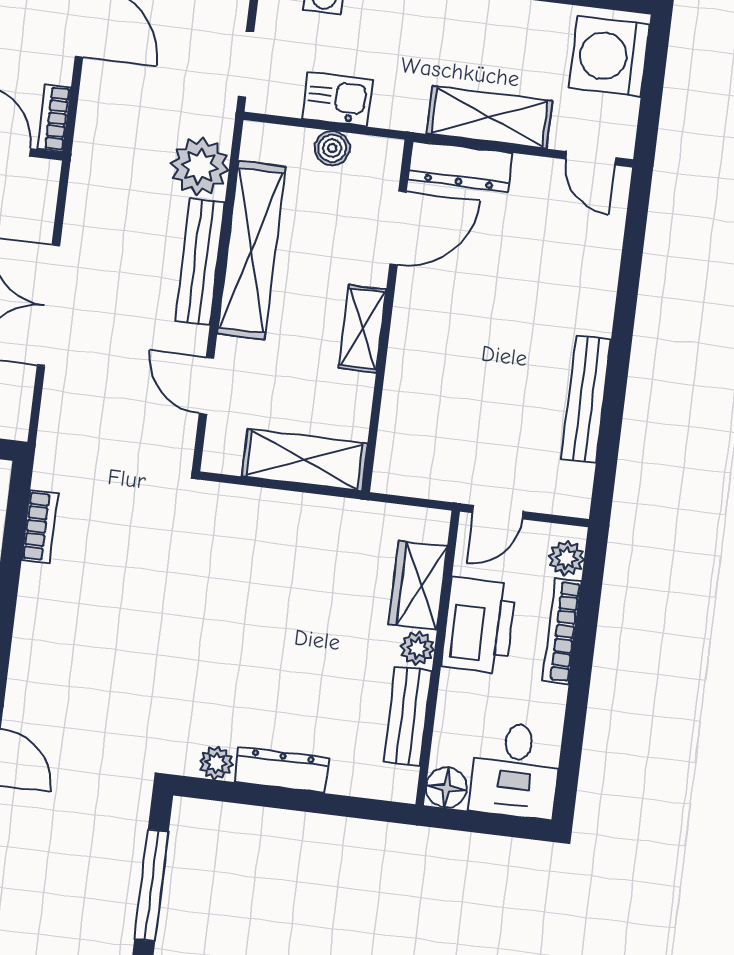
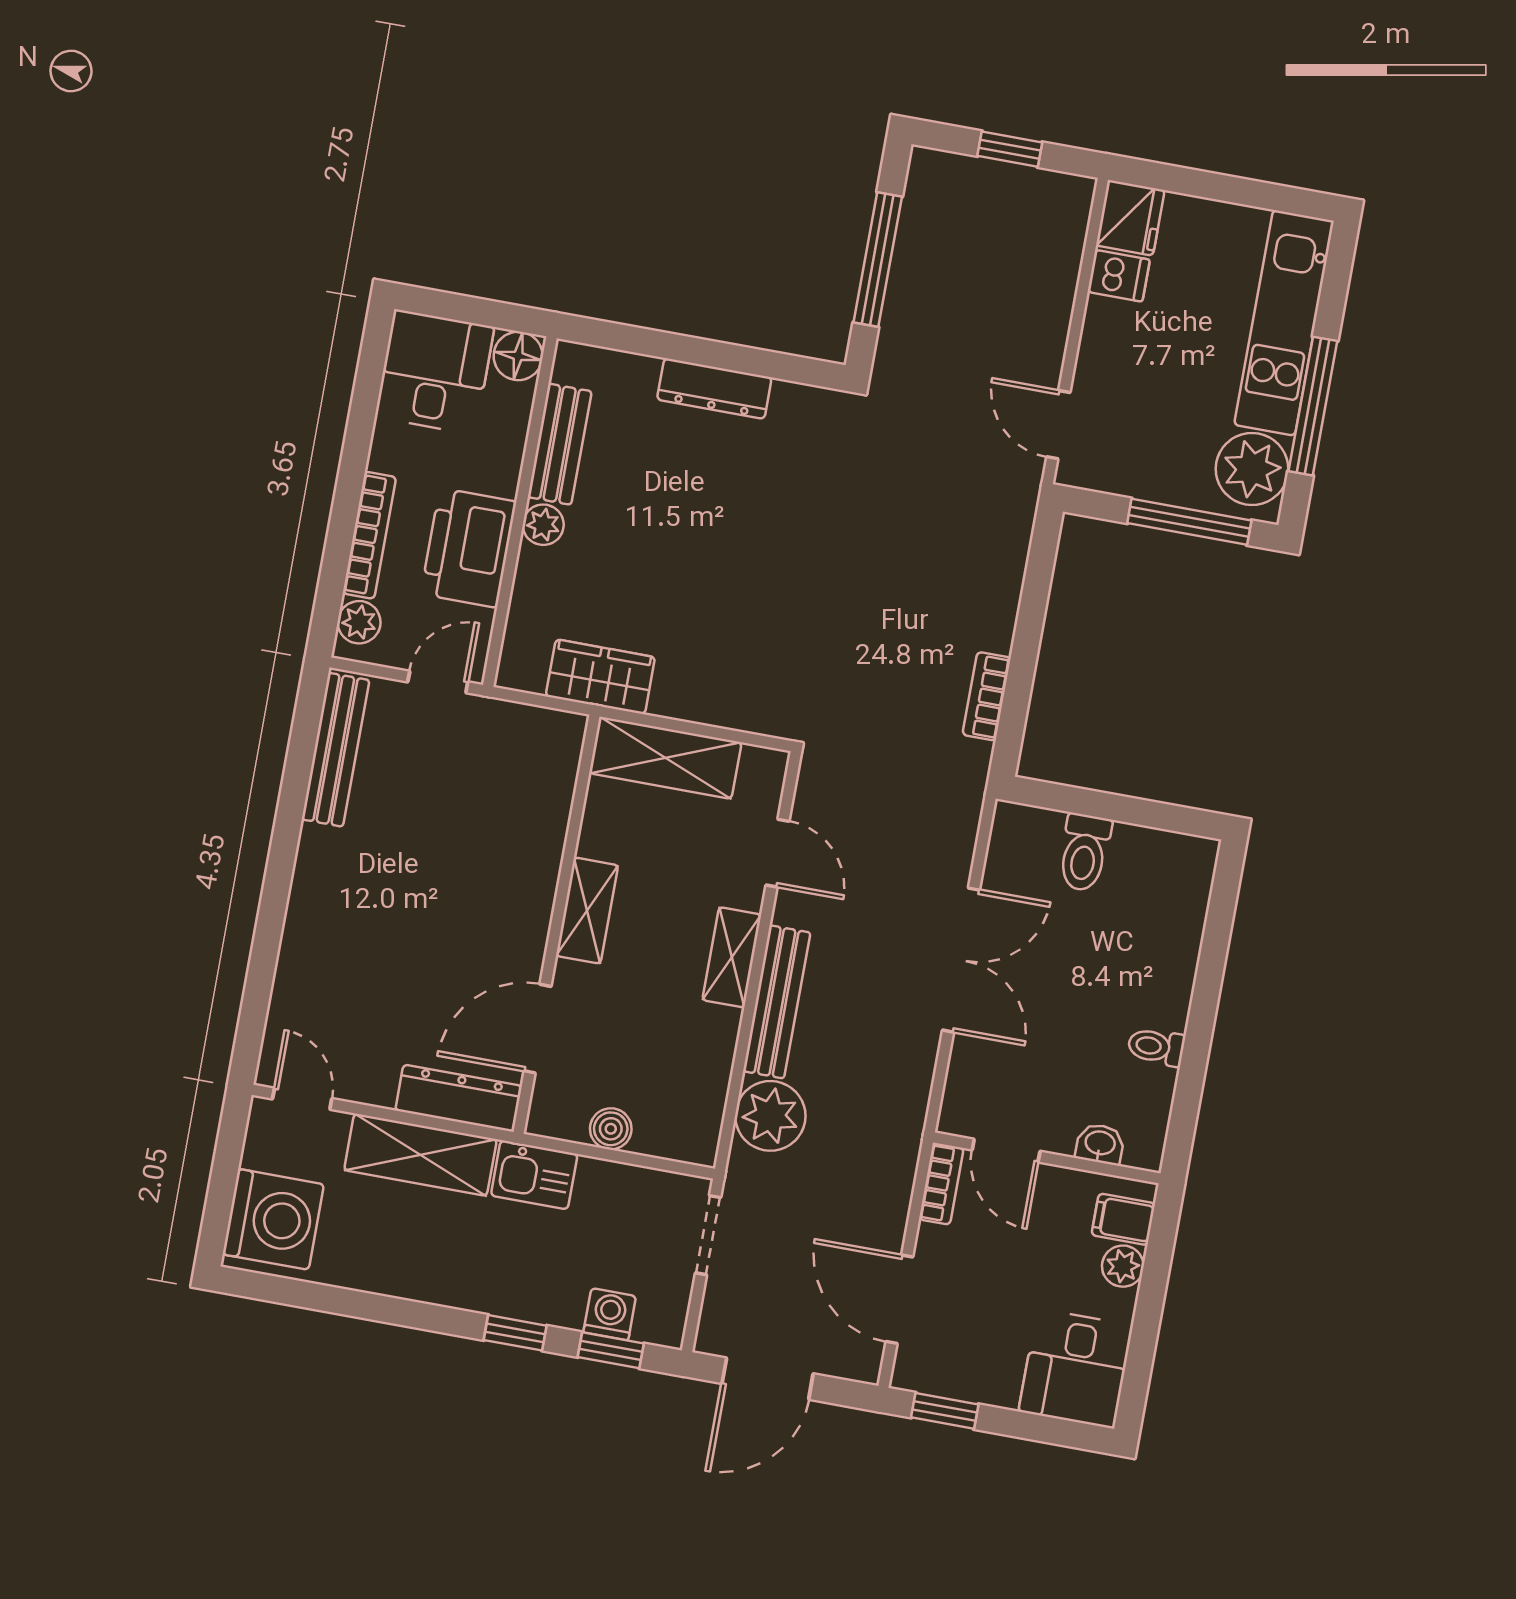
kitchen sink: (337, 99) -> (534, 1175), moved
shelving: (251, 250) -> (732, 957), width x0.45, depth x0.75
bench: (586, 399) -> (335, 750), moved
wardrobe: (418, 585) -> (600, 677), moved, turned -90
plant: (216, 763) -> (792, 401), removed

